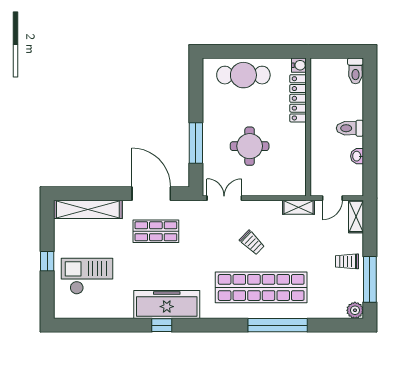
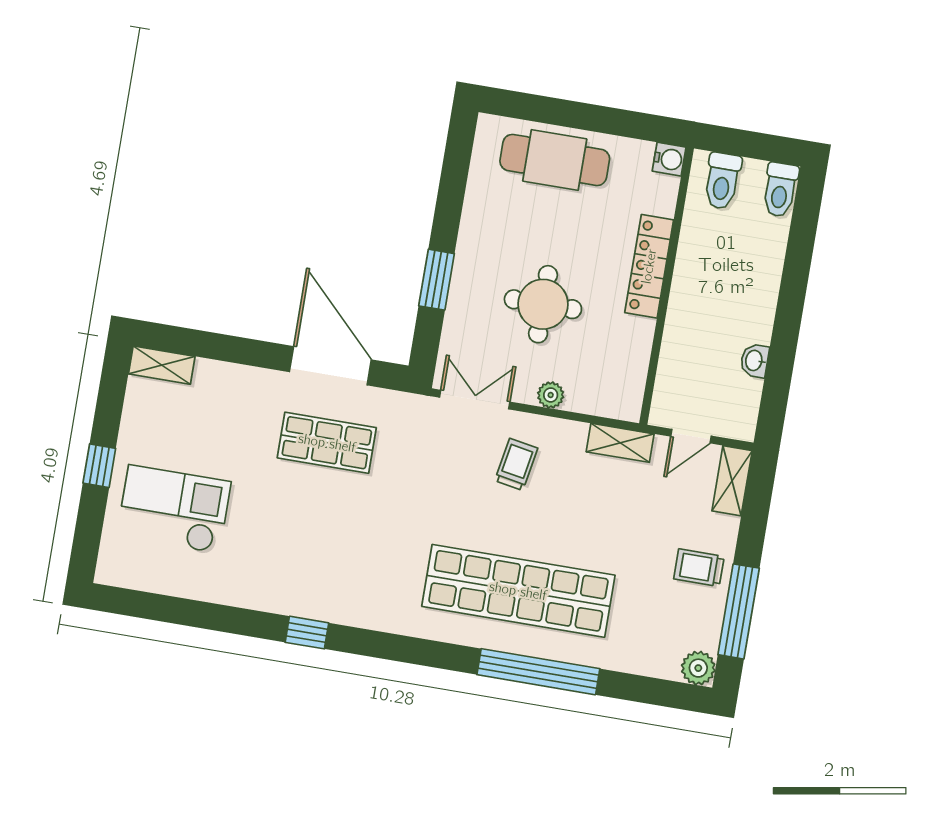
locker: (298, 98) -> (649, 266), moved
toilet: (350, 128) -> (722, 181), moved, turned -90
window: (196, 143) -> (437, 280), width x0.69
plant: (261, 190) -> (551, 395), added
shelving: (88, 209) -> (162, 365), width x0.45, depth x0.75
trolley: (252, 243) -> (516, 464), moved, turned -124
freezer: (167, 305) -> (324, 593), removed

